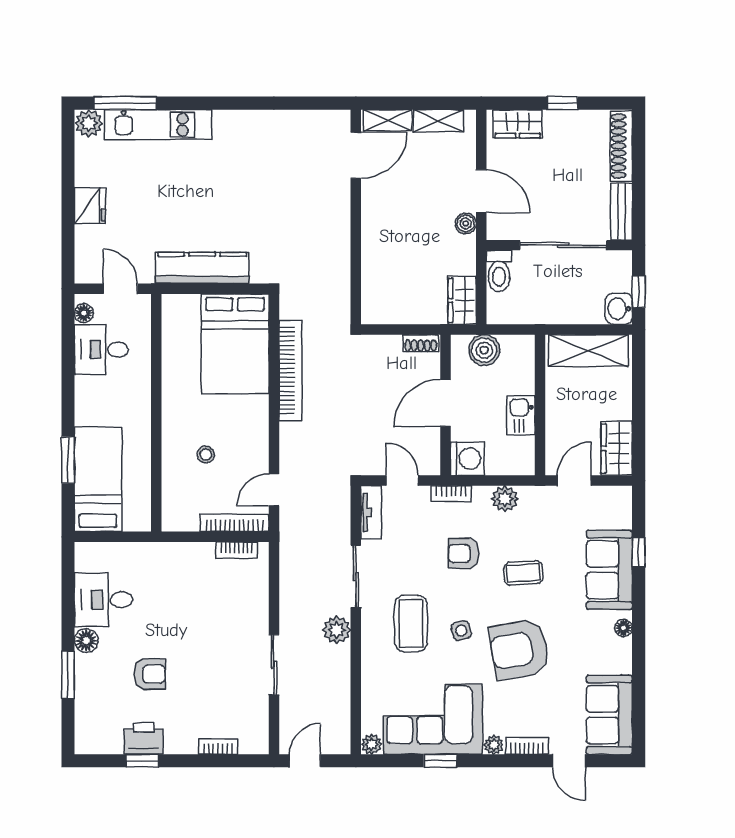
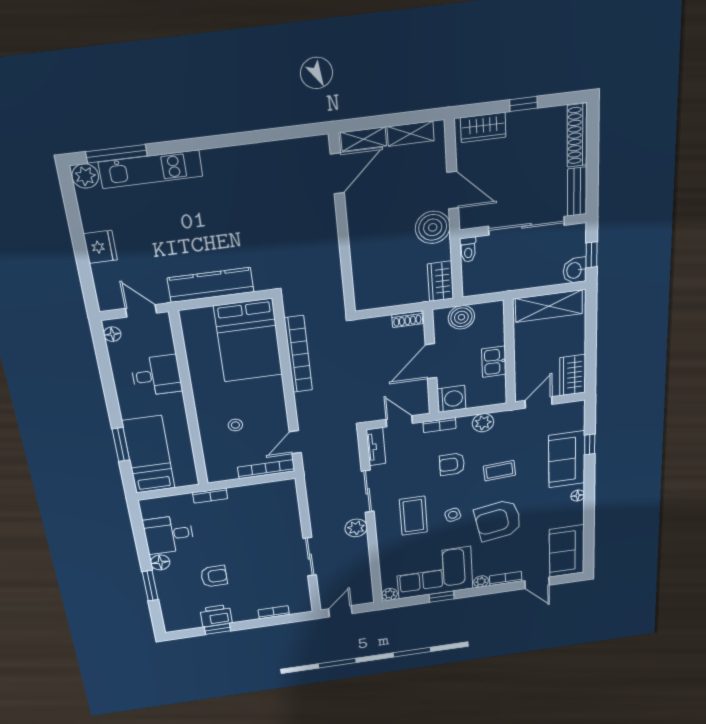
boiler: (466, 224) -> (433, 227), width x1.86, depth x1.86
toilet: (499, 271) -> (468, 250), width x0.73, depth x0.72
desk: (101, 350) -> (156, 375), moved, turned 180
bookcase: (237, 550) -> (210, 496), moved

